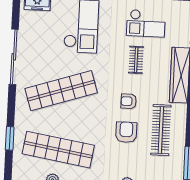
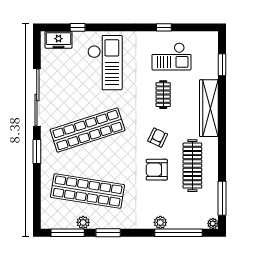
armchair: (129, 101) -> (158, 138), turned 115
armchair: (126, 132) -> (157, 170), turned -90
window: (10, 138) -> (37, 151), moved

